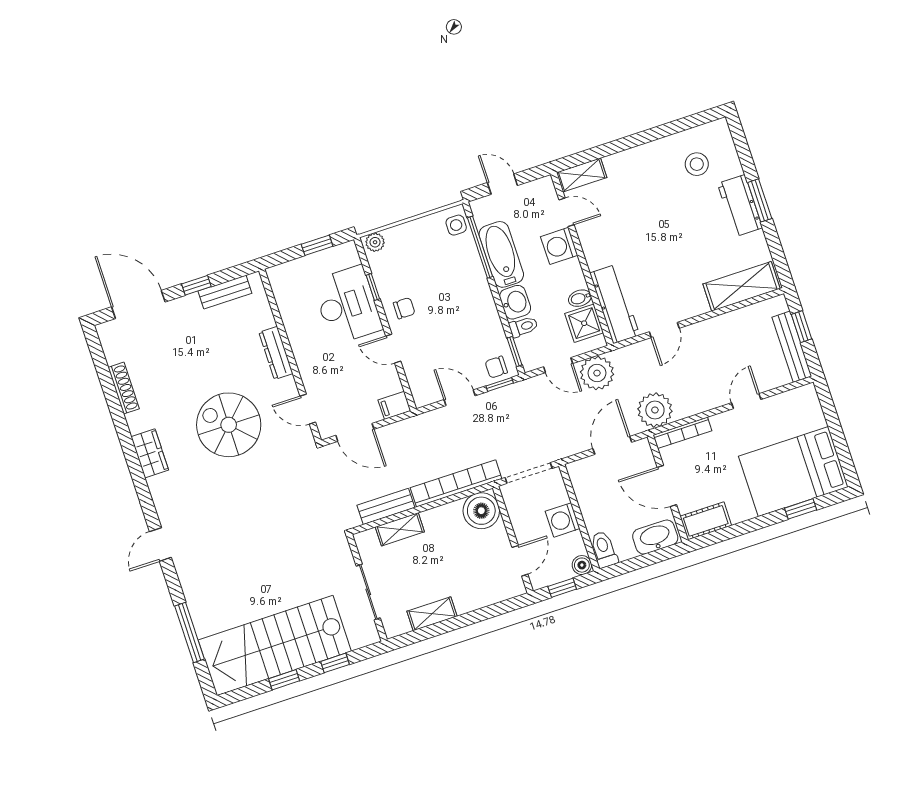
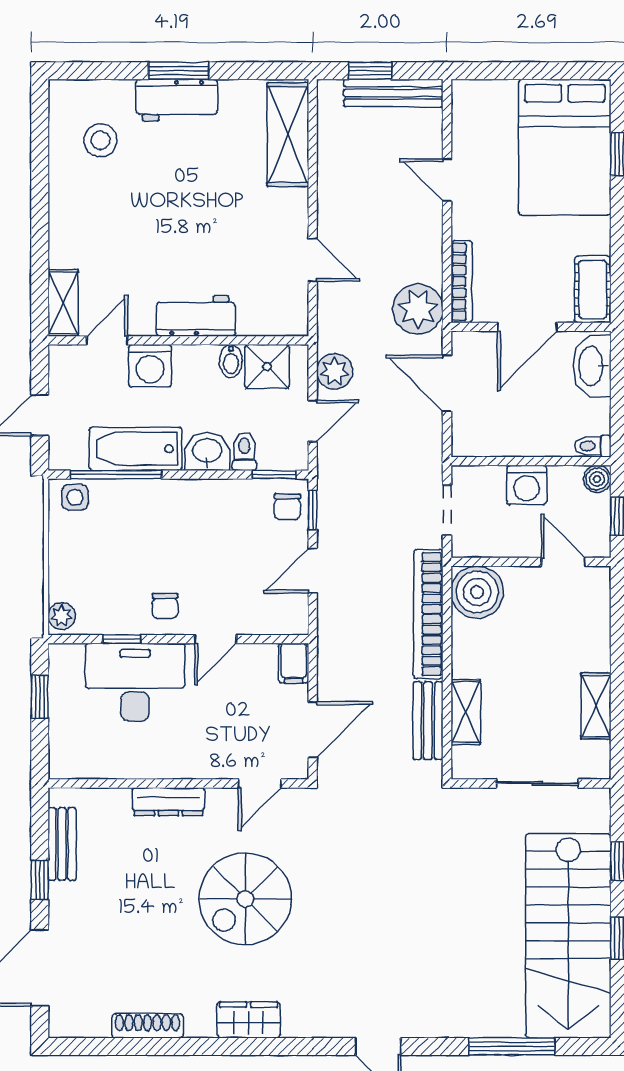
workbench: (615, 304) -> (196, 316), moved, width x0.73
chair: (404, 308) -> (165, 606), turned 180
plant: (597, 373) -> (335, 371), width x0.73, depth x0.73
doorway: (529, 473) -> (447, 510), width x0.73
toilet: (604, 550) -> (593, 446), width x0.73, depth x0.72

